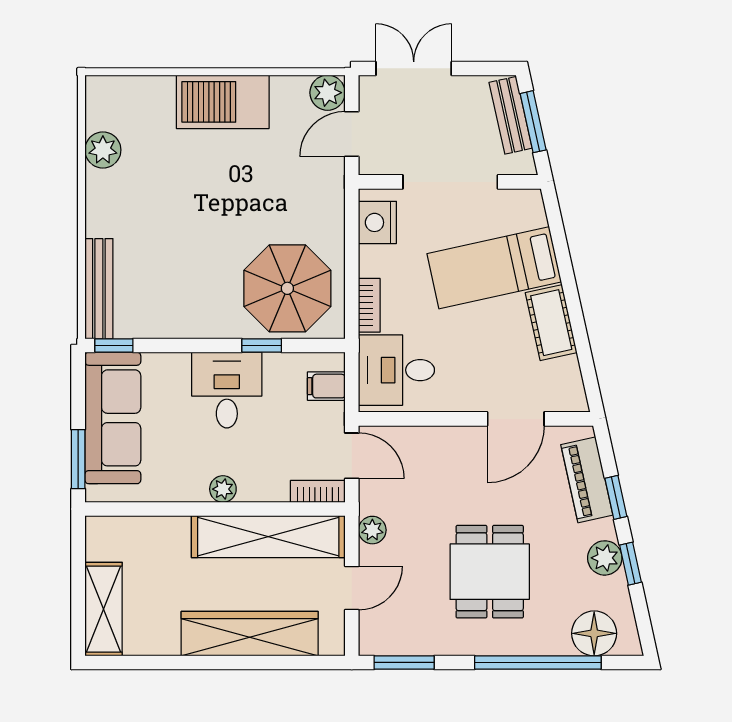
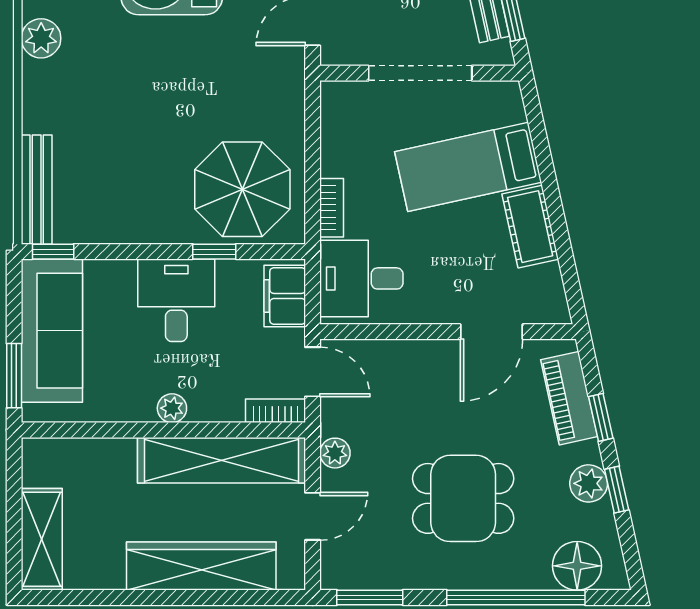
nightstand: (377, 222) -> (341, 117), removed
filing cabinet: (326, 386) -> (285, 296), width x2.00
dining table: (490, 572) -> (463, 498), turned 90

